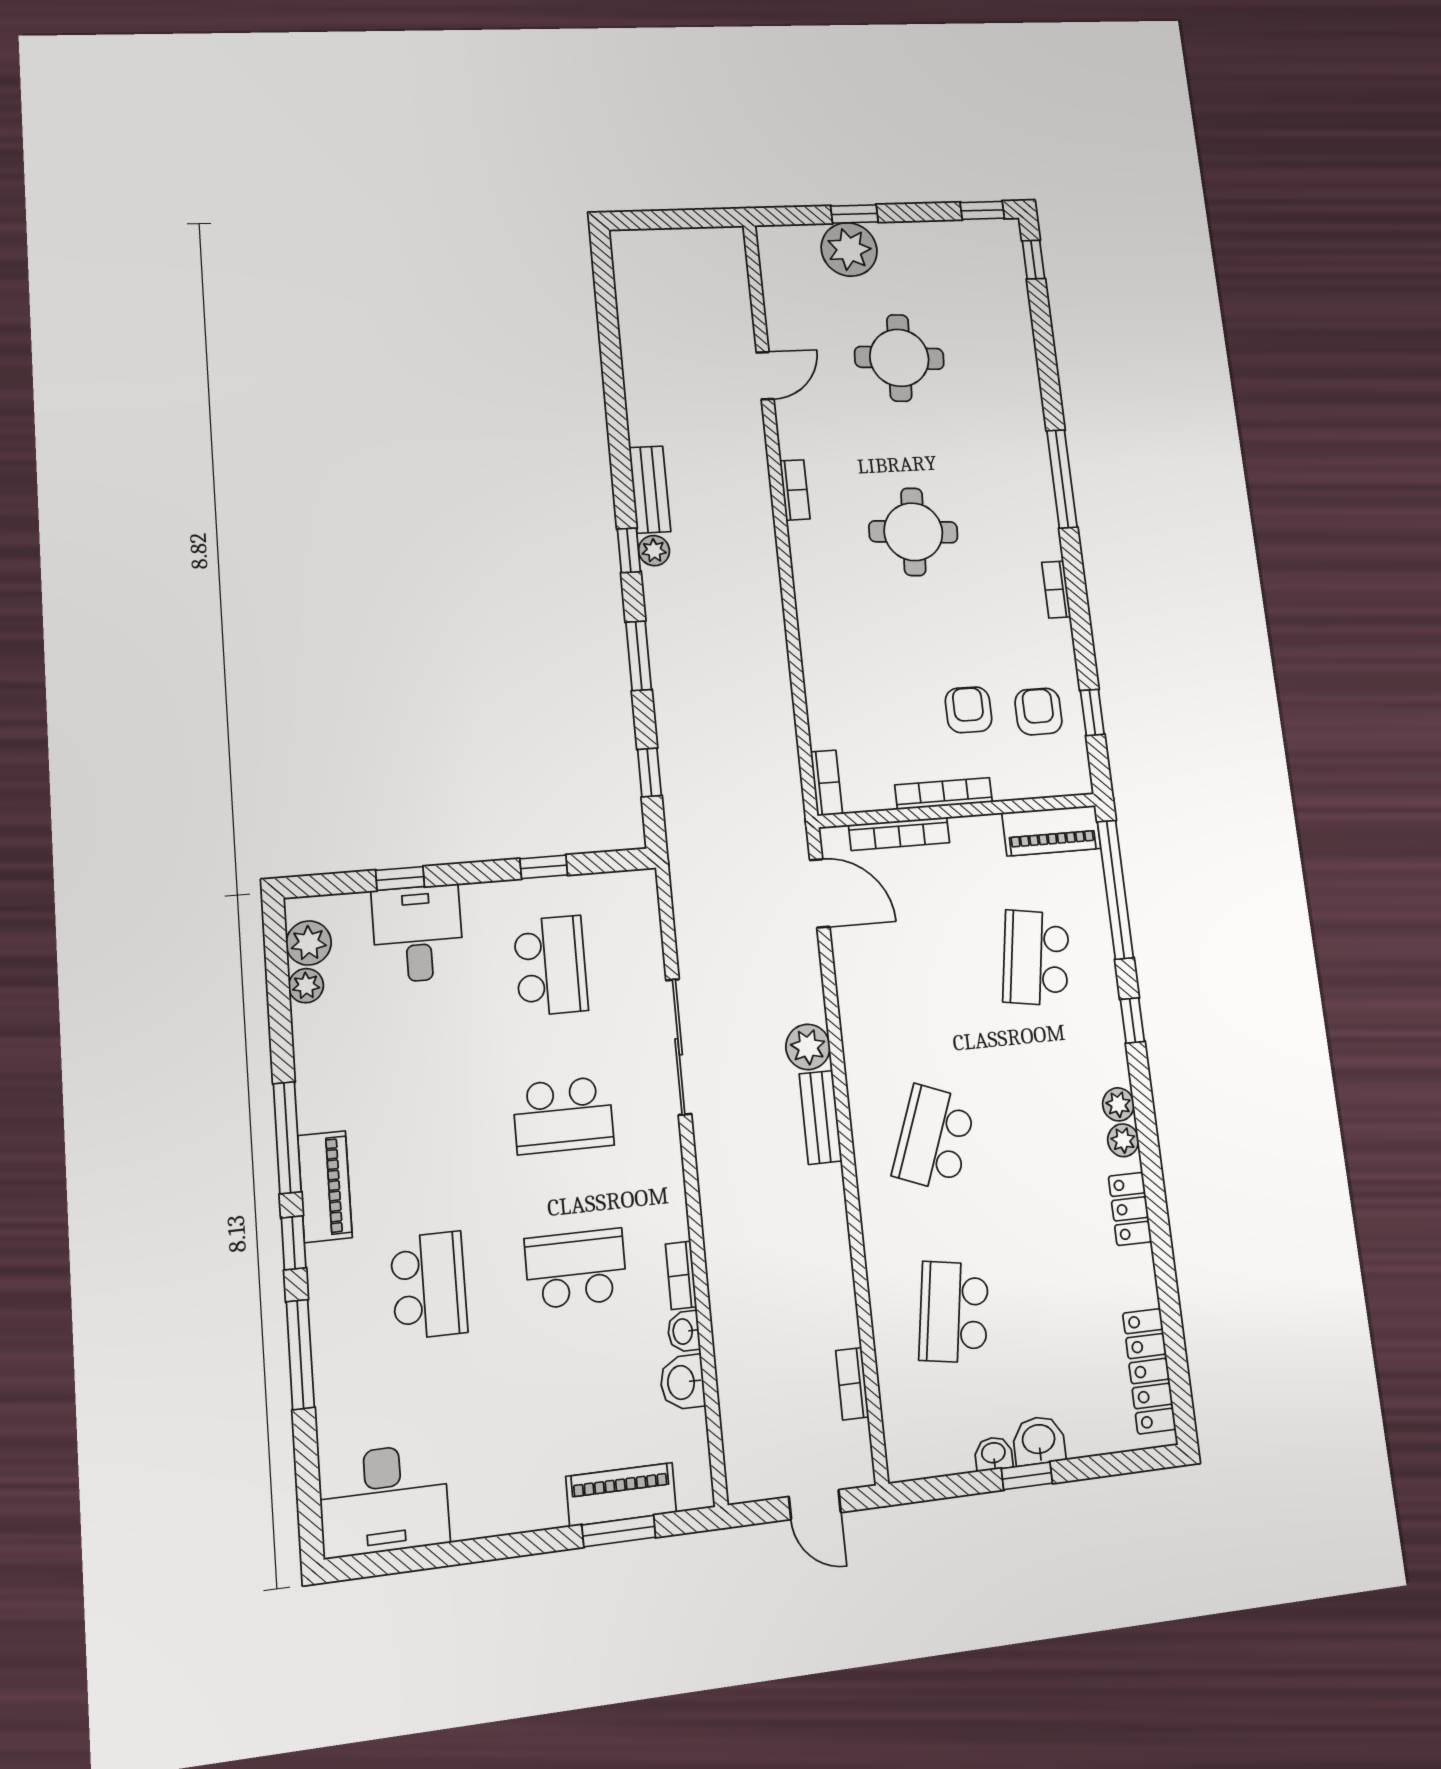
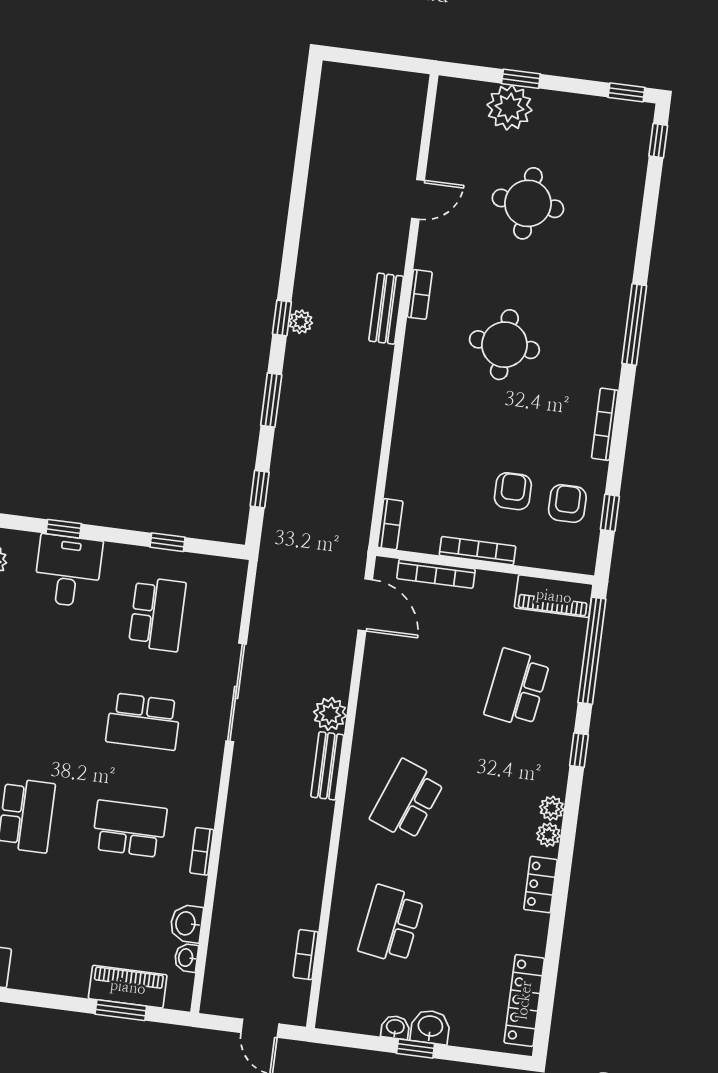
bench: (650, 490) -> (386, 309), moved
bookcase: (1056, 590) -> (605, 424), width x1.56
washbasin: (684, 1331) -> (186, 958), moved

